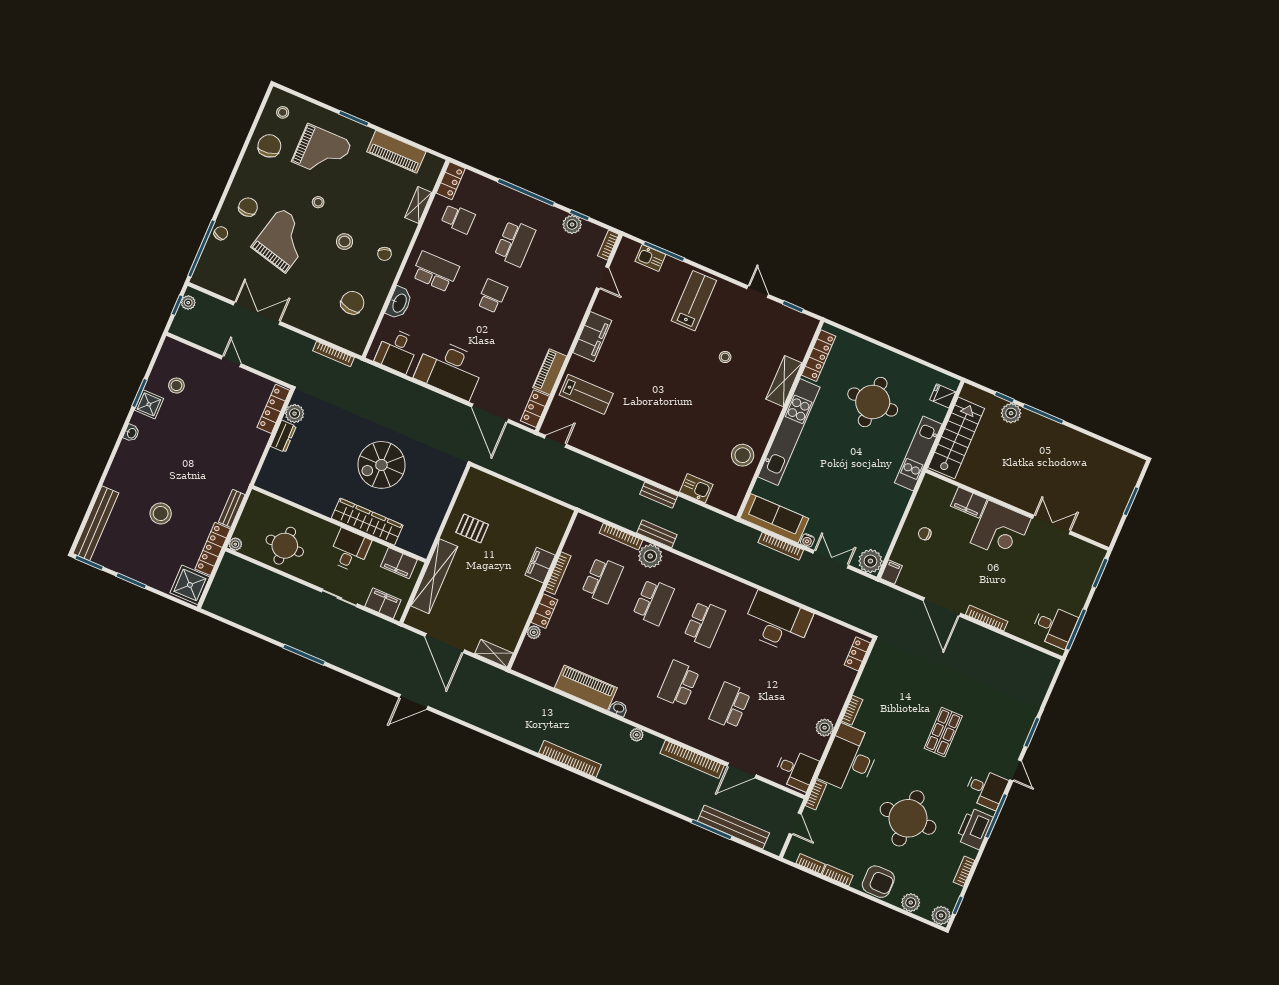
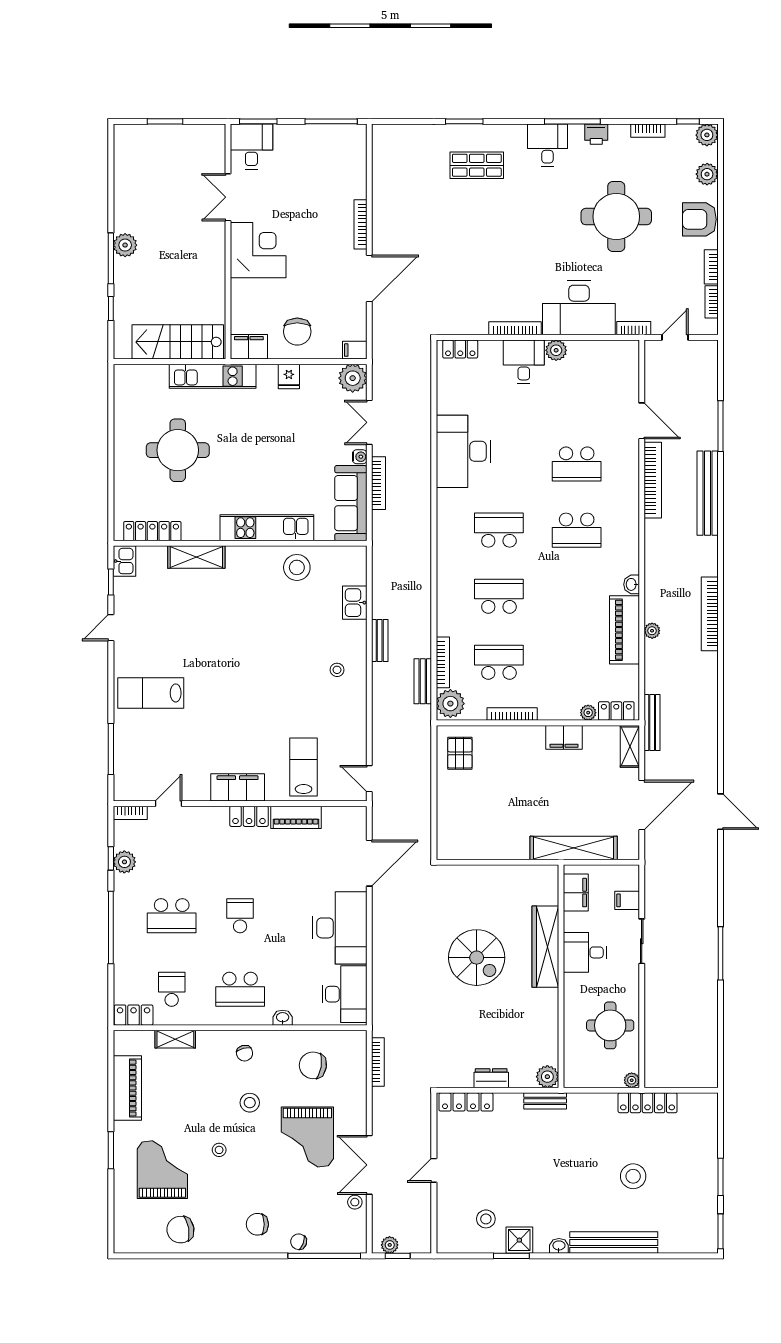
stool: (283, 112) -> (355, 1202), moved
grand piano: (283, 240) -> (307, 1137), moved, turned -104
school desk: (515, 243) -> (172, 916), turned 180
chair: (384, 254) -> (245, 1053), turned 99
kitchen sink: (650, 258) -> (124, 561), moved
school desk: (435, 272) -> (240, 989), turned -90
school desk: (492, 296) -> (240, 916), turned 90
washbasin: (399, 303) -> (283, 1018), width x0.52, depth x0.69
desk: (397, 351) -> (344, 994), width x1.37
stool: (725, 357) -> (337, 670), moved
fridge: (943, 396) -> (289, 376), moved
locker: (535, 409) -> (249, 816), moved
plant: (1011, 413) -> (125, 245), moved
plant: (295, 414) -> (547, 1077), moved
kitchen unit: (789, 432) -> (267, 528), width x0.73
filing cabinet: (969, 503) -> (249, 347), moved, turned -90
bench: (232, 508) -> (545, 1101), moved
bench: (96, 523) -> (614, 1242), moved
pallet: (472, 528) -> (460, 753), moved
bench: (657, 534) -> (423, 681), moved
chair: (925, 534) -> (297, 332), width x1.87, depth x1.87
plant: (650, 556) -> (450, 704), moved
filing cabinet: (540, 565) -> (564, 737), moved
shower: (190, 585) -> (698, 1111), removed
filing cabinet: (383, 603) -> (627, 900), width x0.50
locker: (544, 611) -> (616, 711), moved
desk: (1054, 626) -> (251, 147), moved
bench: (505, 678) -> (652, 722), added
bookcase: (852, 710) -> (515, 328), width x1.56
shop shelf: (943, 732) -> (477, 165), moved
plant: (637, 735) -> (652, 631), moved
desk: (796, 770) -> (524, 362), moved
door: (1016, 770) -> (513, 121), removed
bench: (733, 827) -> (708, 493), moved
printer: (974, 828) -> (596, 134), width x0.53, depth x0.68
armchair: (878, 882) -> (699, 219), turned -90

